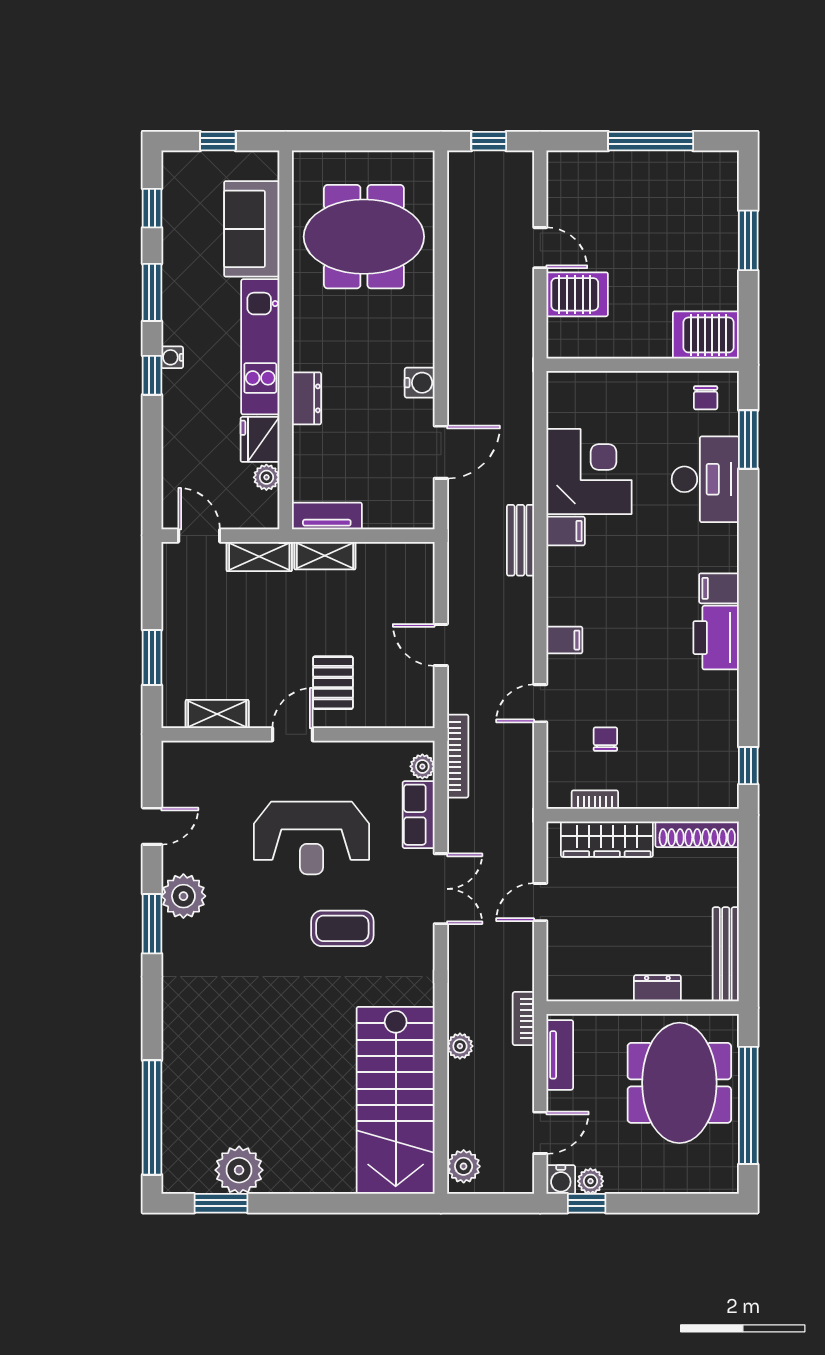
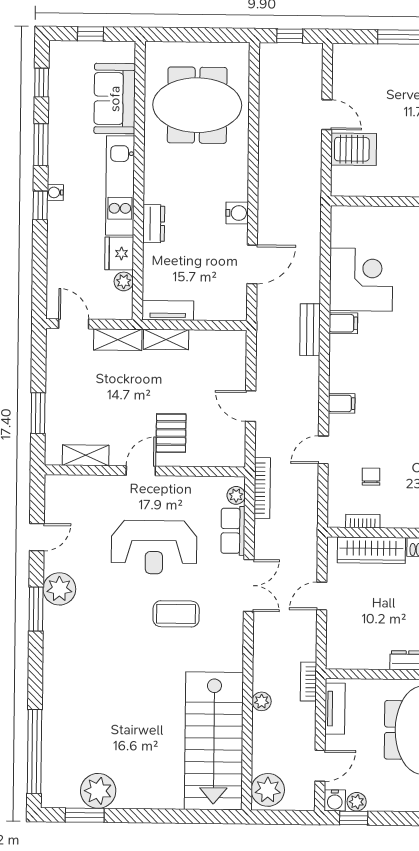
plant: (464, 1166) -> (268, 790), width x1.36, depth x1.36

